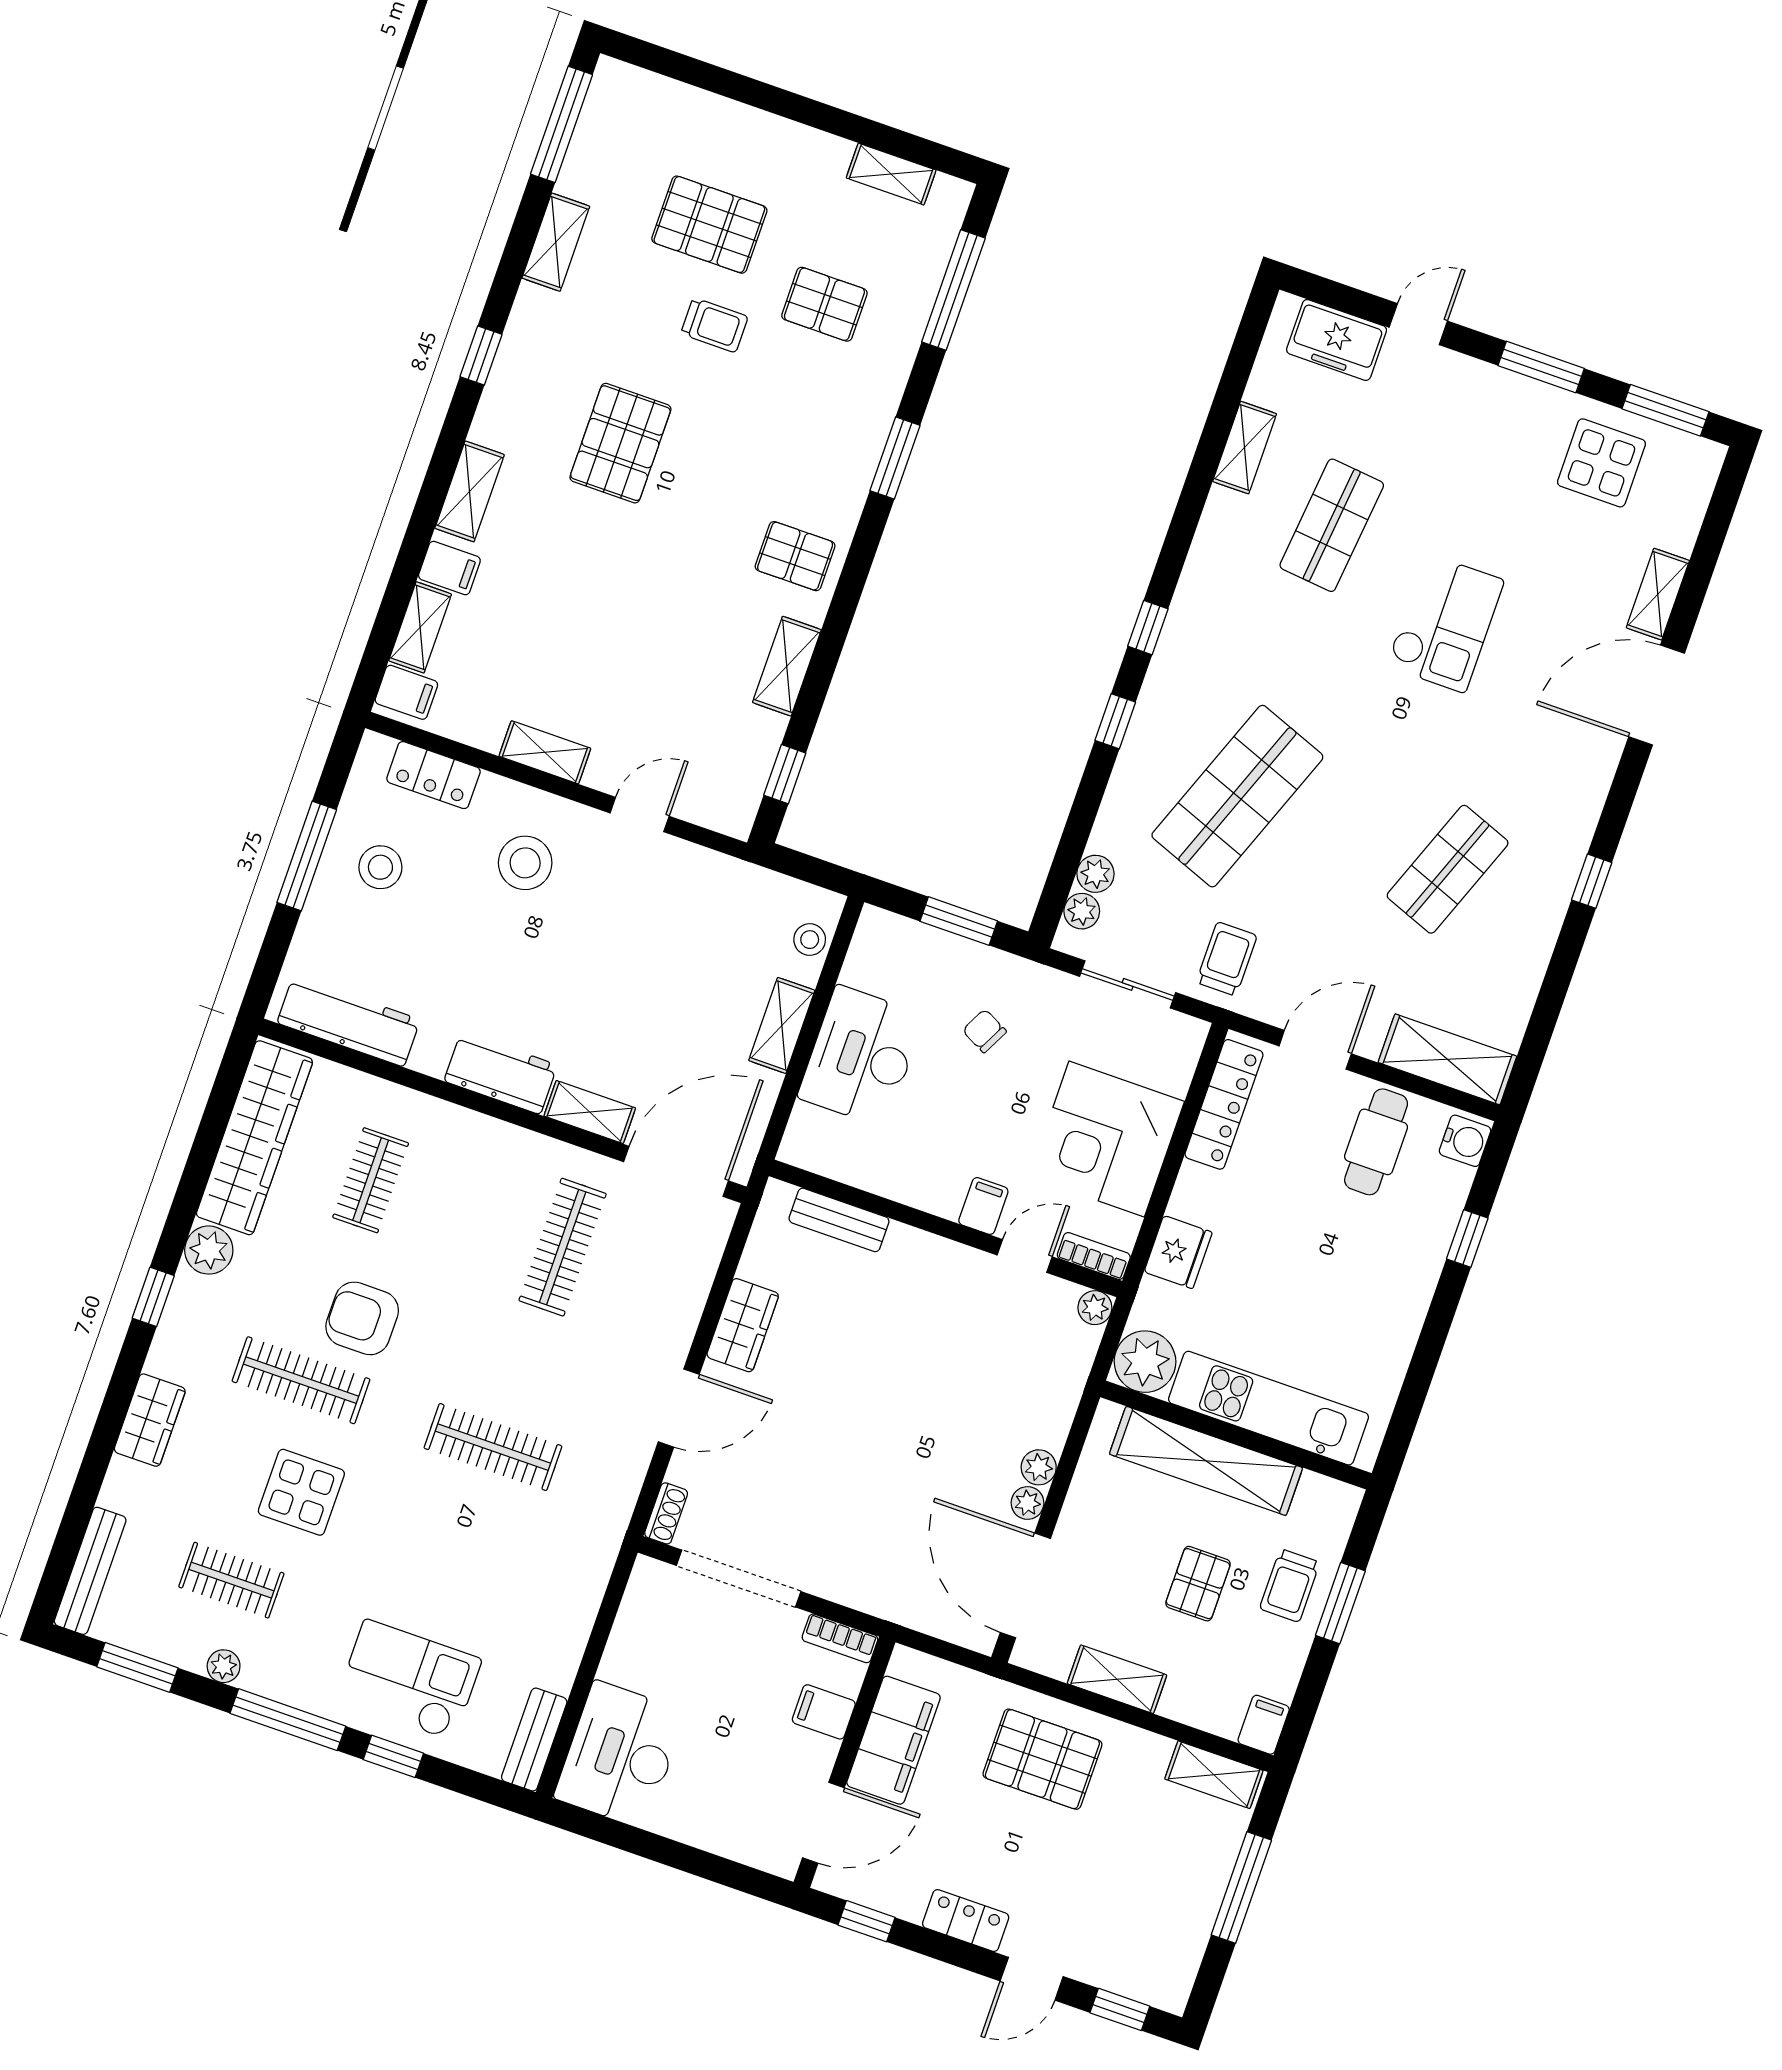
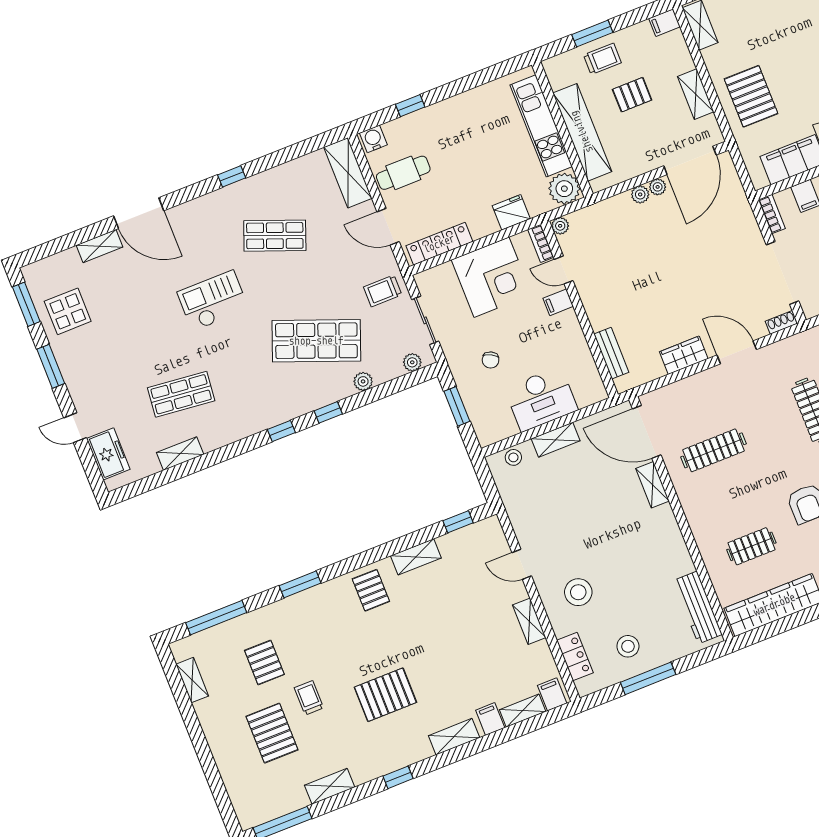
checkout: (1445, 623) -> (213, 301), moved
plant: (1095, 874) -> (363, 381), moved
workbench: (501, 1073) -> (667, 532), removed

